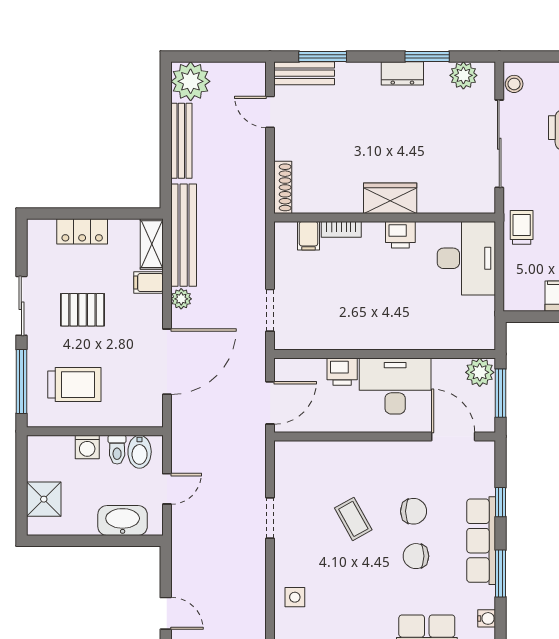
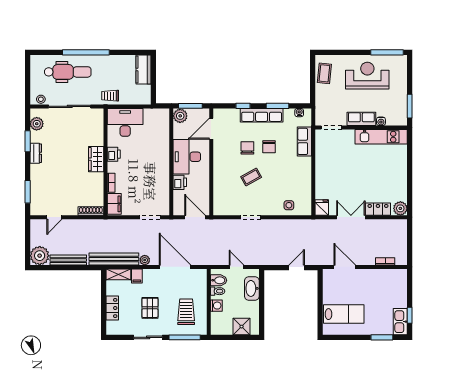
bench: (304, 73) -> (36, 201), removed
filing cabinet: (308, 236) -> (114, 204), width x2.00

